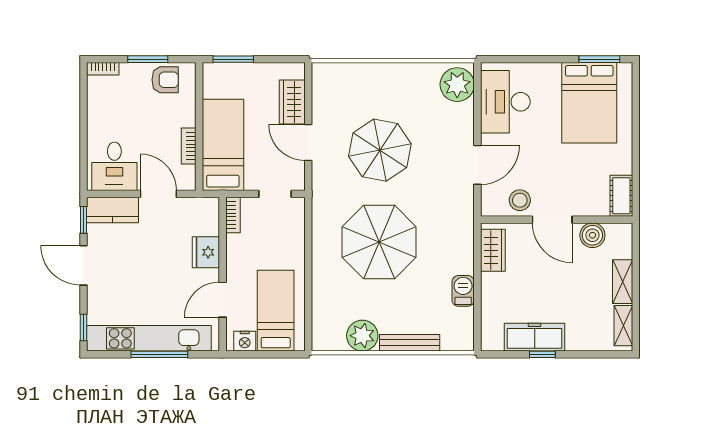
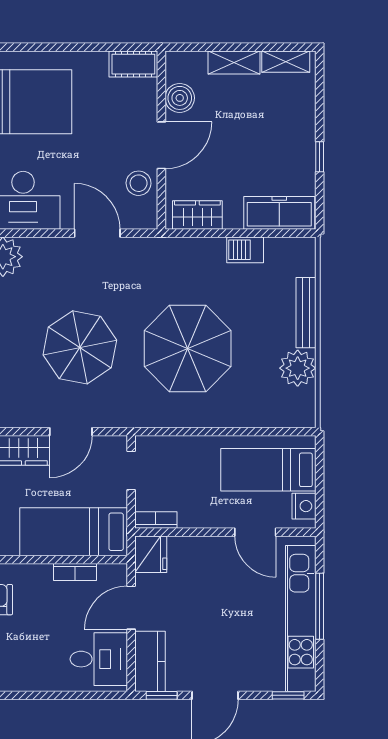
fridge: (206, 252) -> (151, 554), moved, turned -90
freezer: (535, 337) -> (279, 213), moved, turned 90

